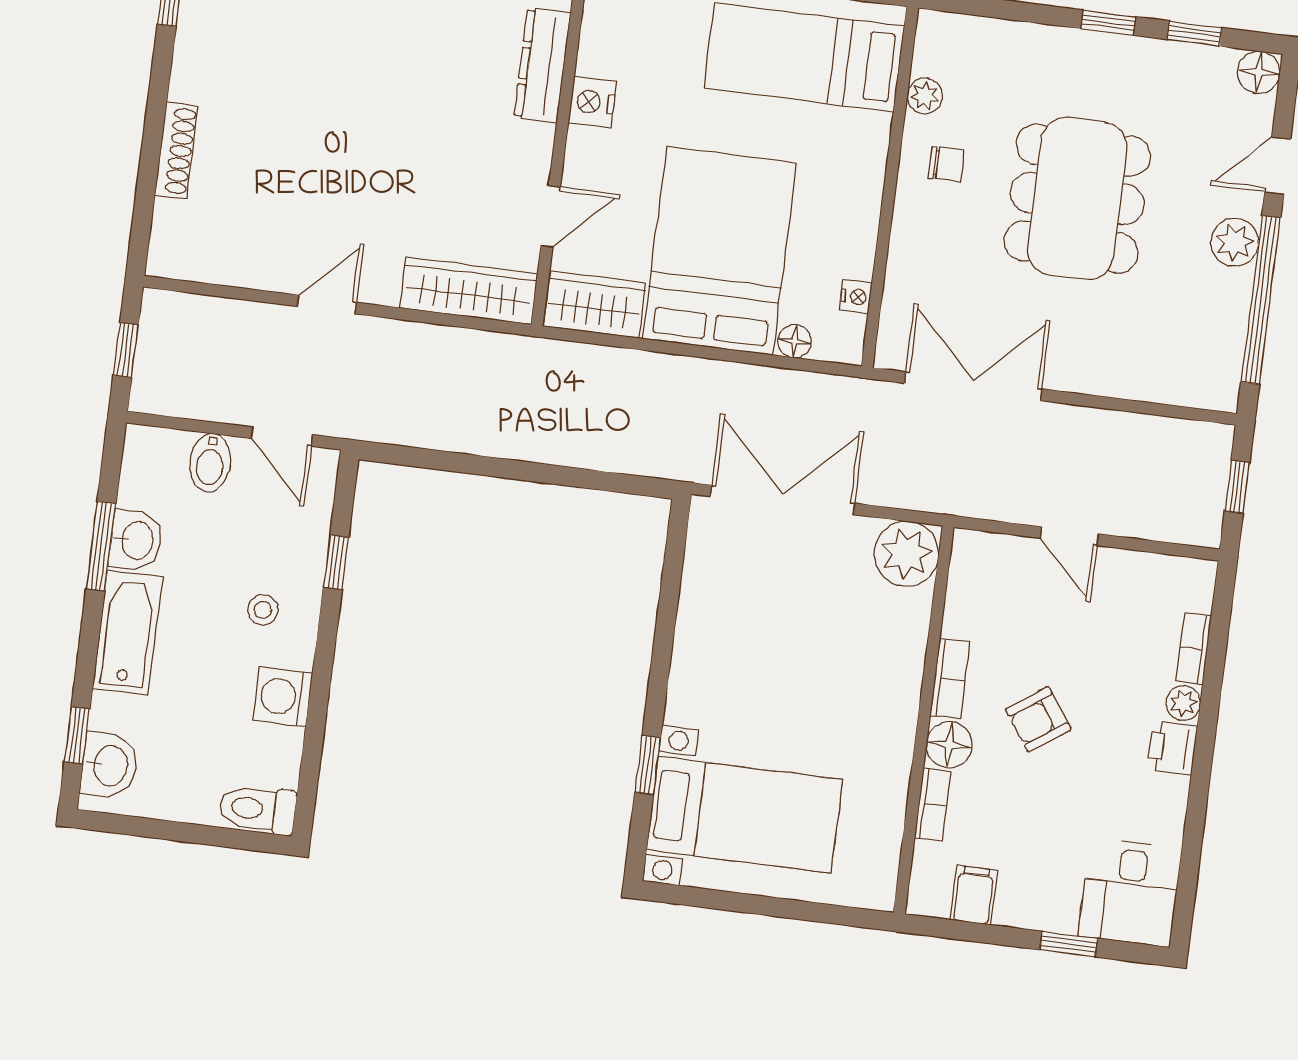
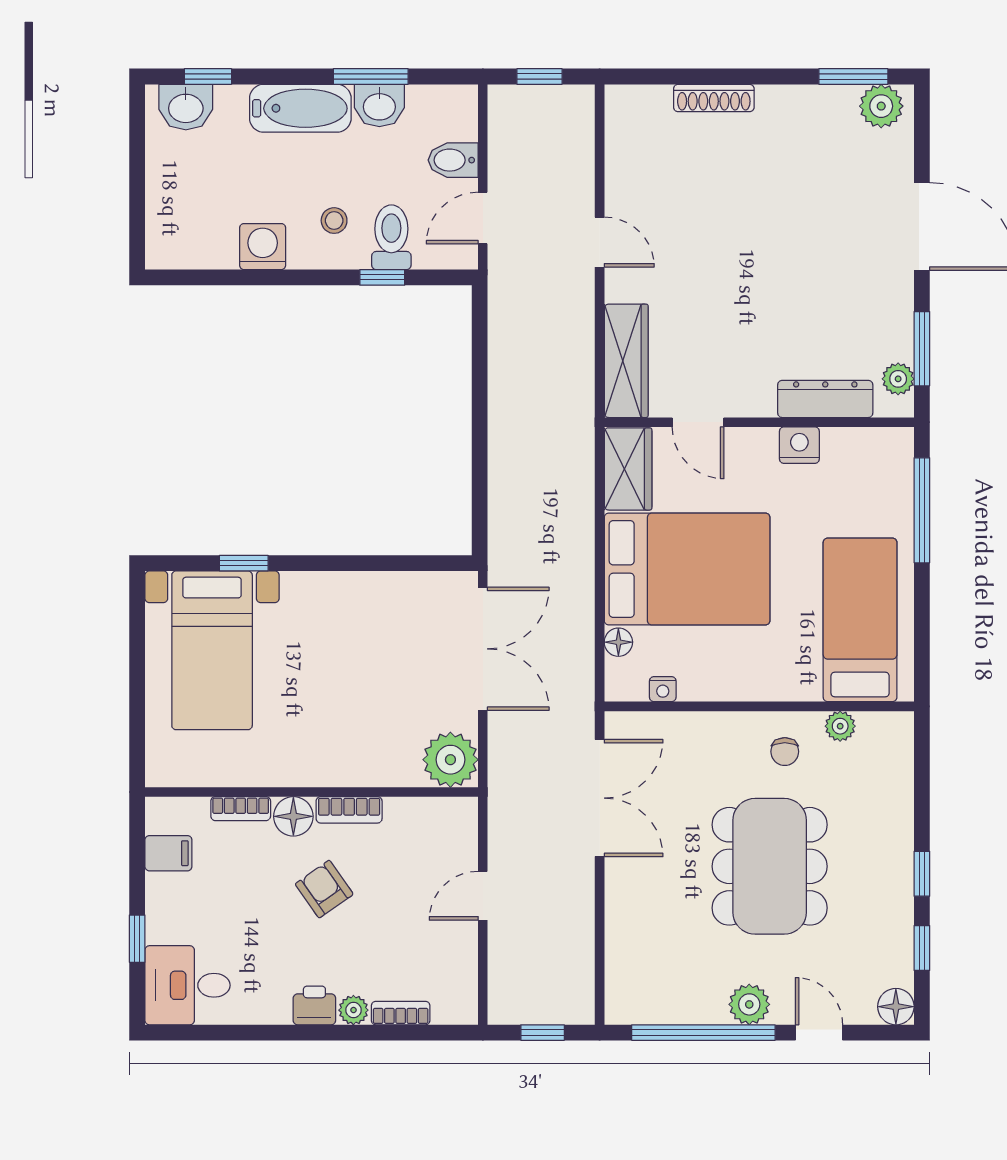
dining table: (1077, 198) -> (770, 866), turned 90
toilet: (257, 809) -> (391, 237), moved

